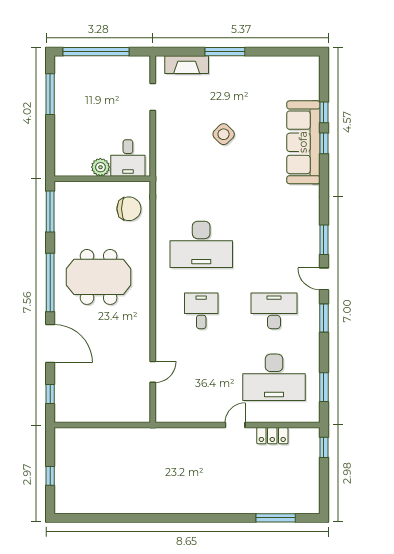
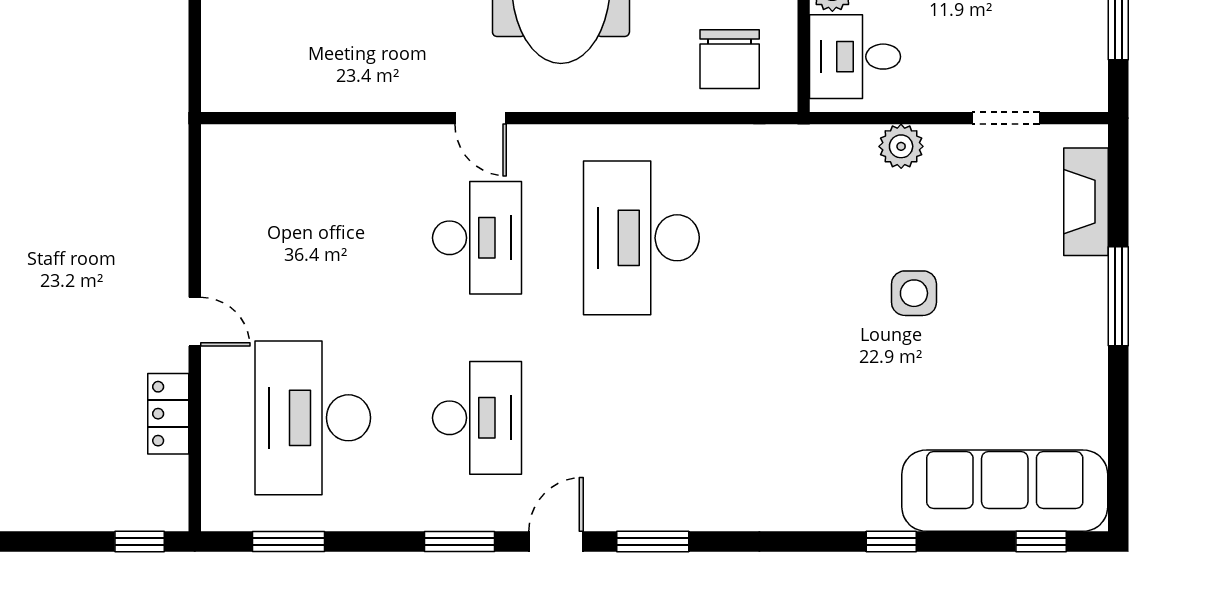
window: (324, 112) -> (1041, 542), moved
side table: (224, 134) -> (914, 293), turned 45
plant: (164, 139) -> (901, 146), added
sofa: (303, 142) -> (1005, 491), moved
desk: (201, 311) -> (477, 238), width x1.37
door: (153, 372) -> (481, 118), moved

